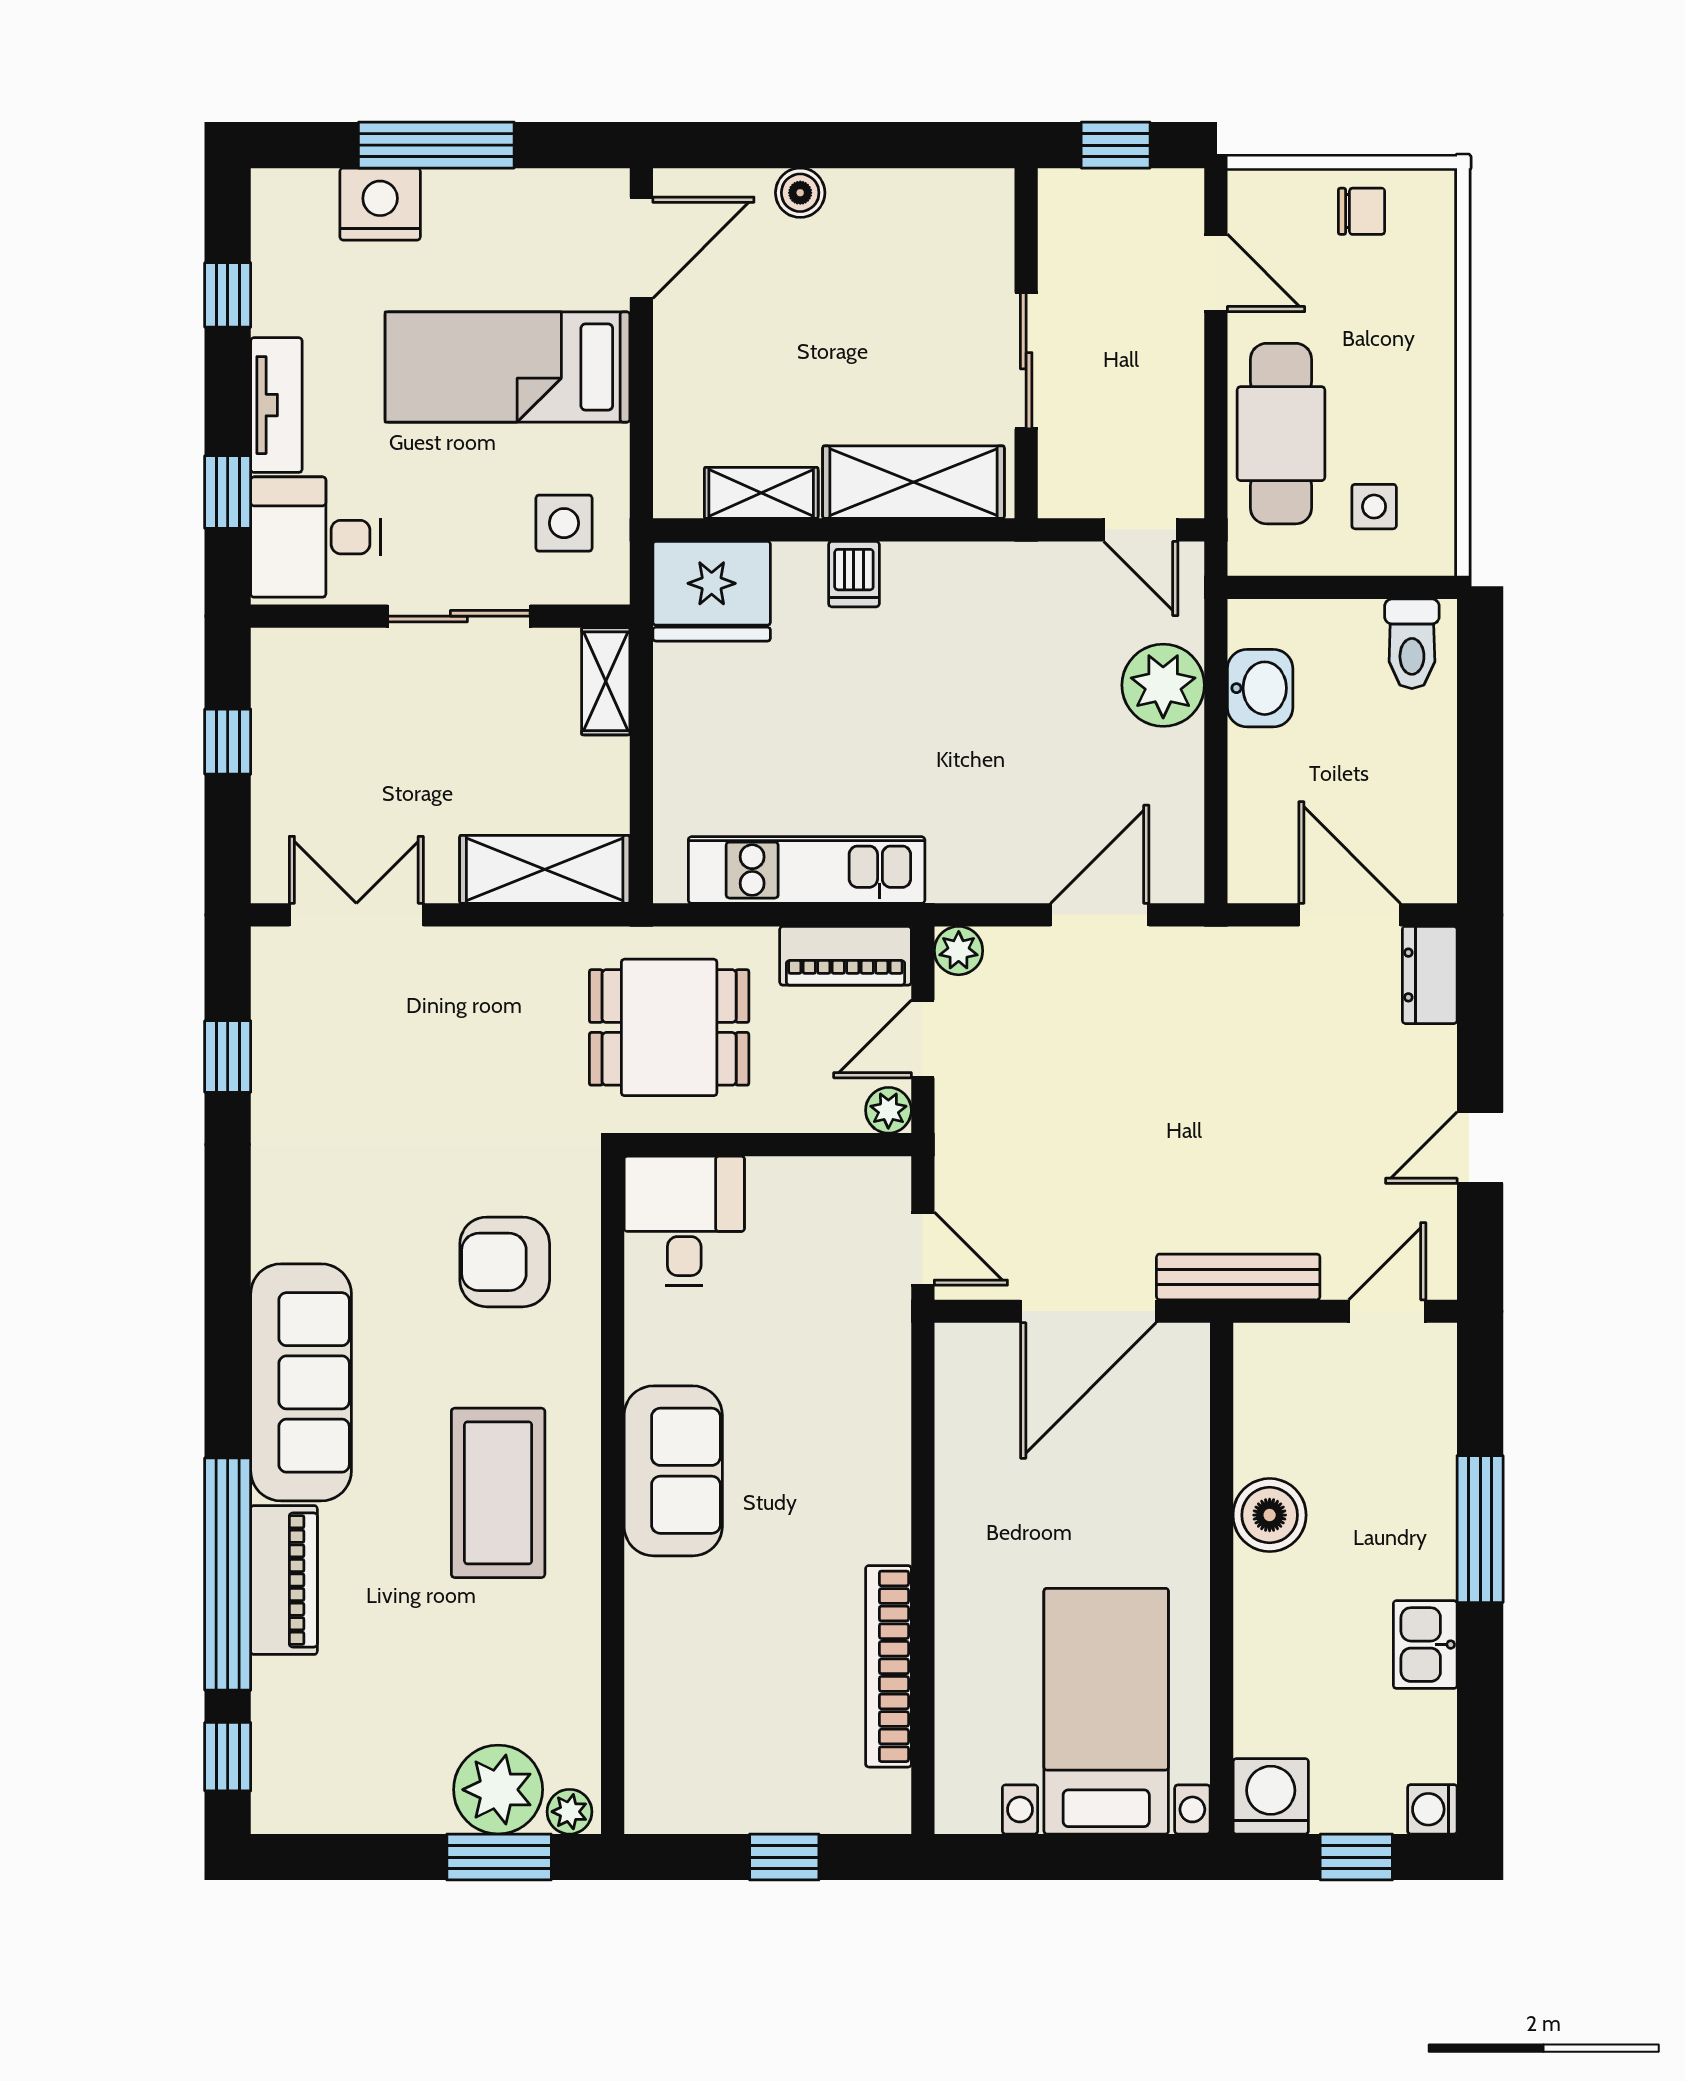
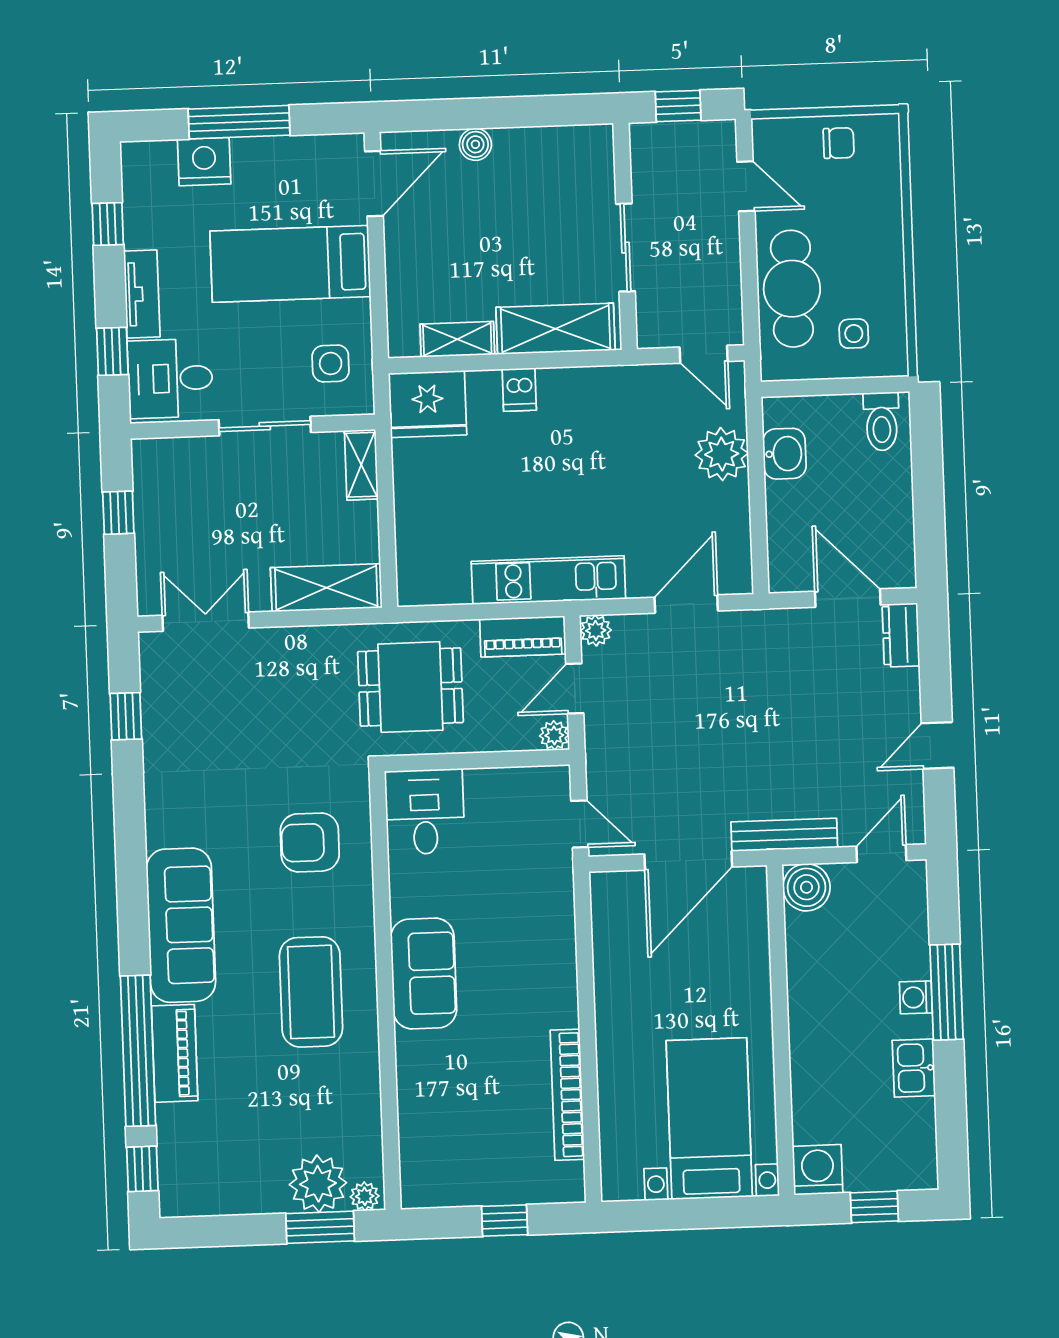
kitchen unit: (807, 870) -> (548, 580), moved
boiler: (1270, 1515) -> (806, 887), moved
washing machine: (1432, 1809) -> (916, 997), moved

